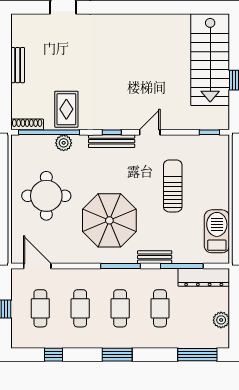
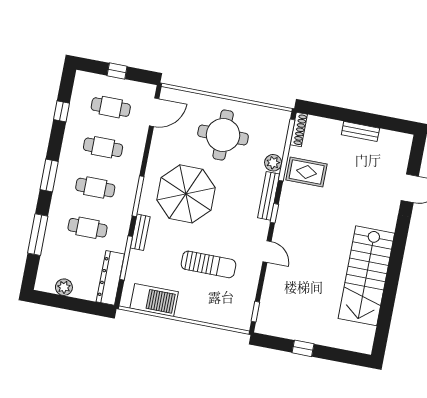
stairs: (210, 60) -> (366, 276), moved, turned -90
bench: (112, 141) -> (269, 196), moved
window: (197, 355) -> (38, 235), moved

